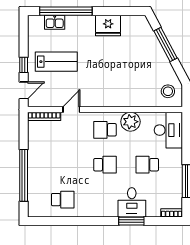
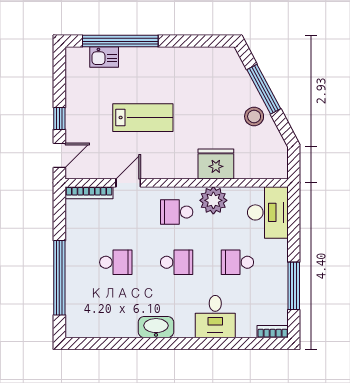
fridge: (108, 25) -> (216, 164), moved, turned 180
lab bench: (56, 62) -> (143, 118), moved
stool: (168, 91) -> (254, 116), moved
school desk: (63, 200) -> (116, 262), moved
washbasin: (91, 210) -> (156, 327), added
window: (131, 221) -> (215, 344), removed

